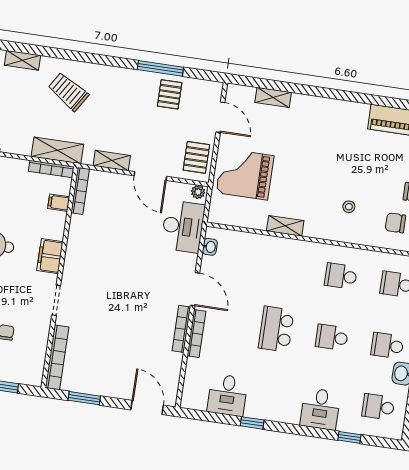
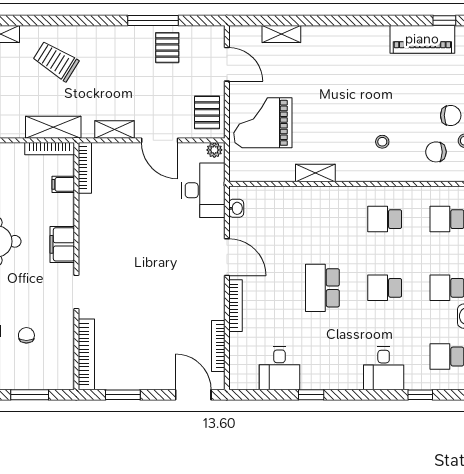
bookcase: (181, 329) -> (218, 346), moved

